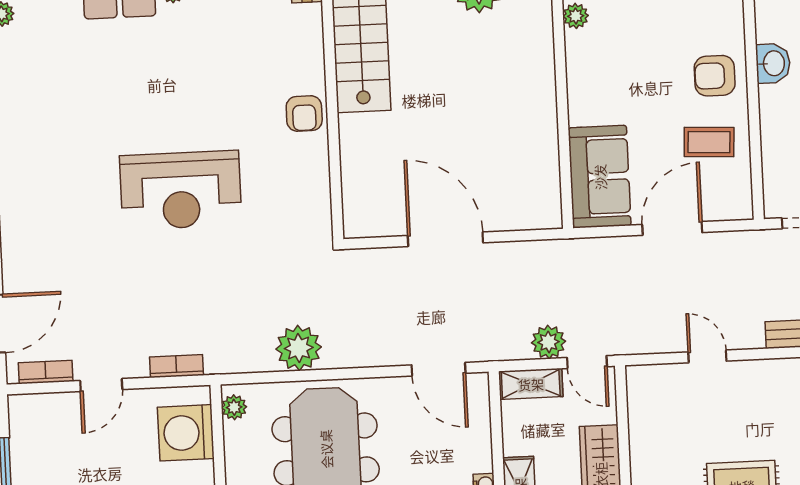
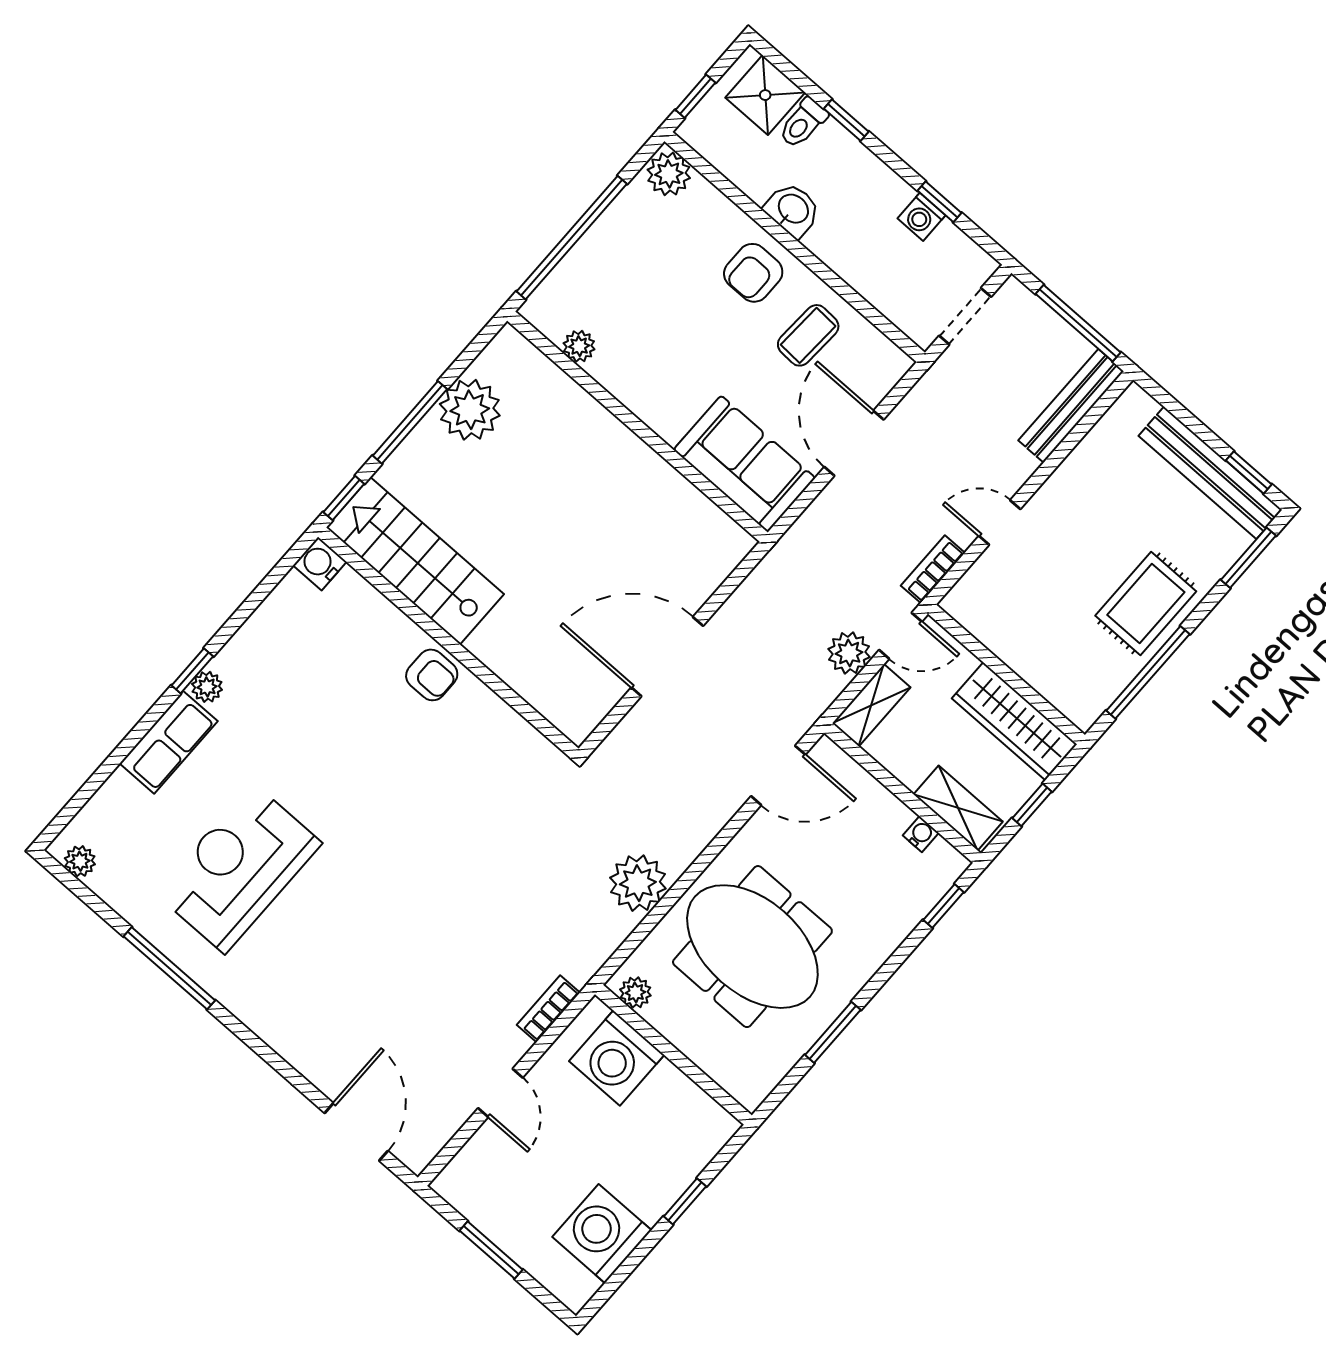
reception desk: (181, 190) -> (239, 868), moved, turned 180
bookcase: (46, 372) -> (933, 569), moved

